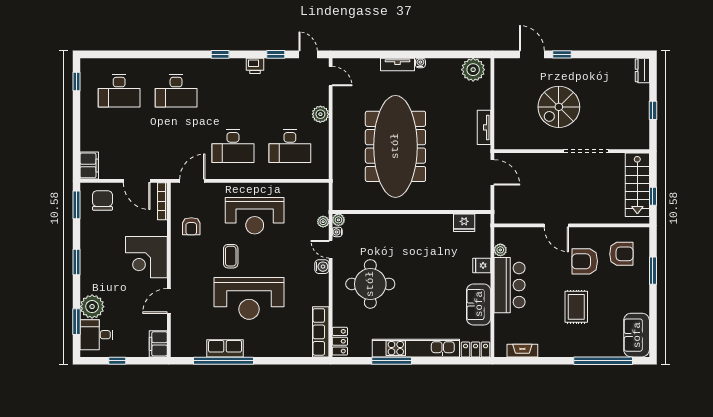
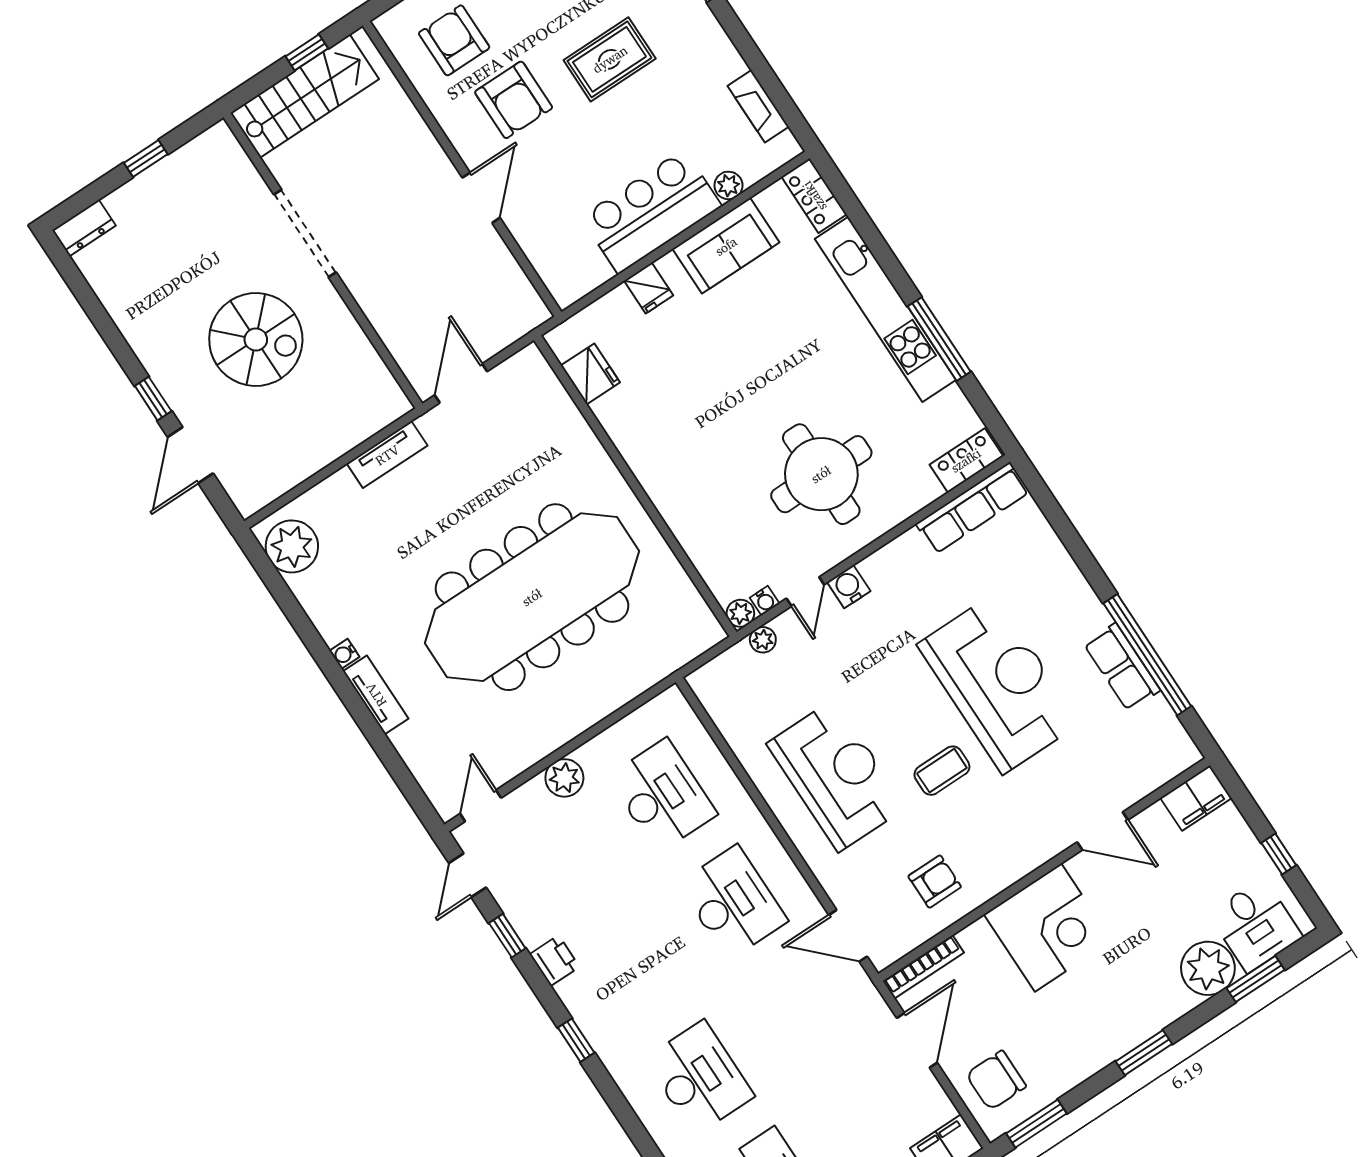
plant: (500, 250) -> (728, 185), moved

